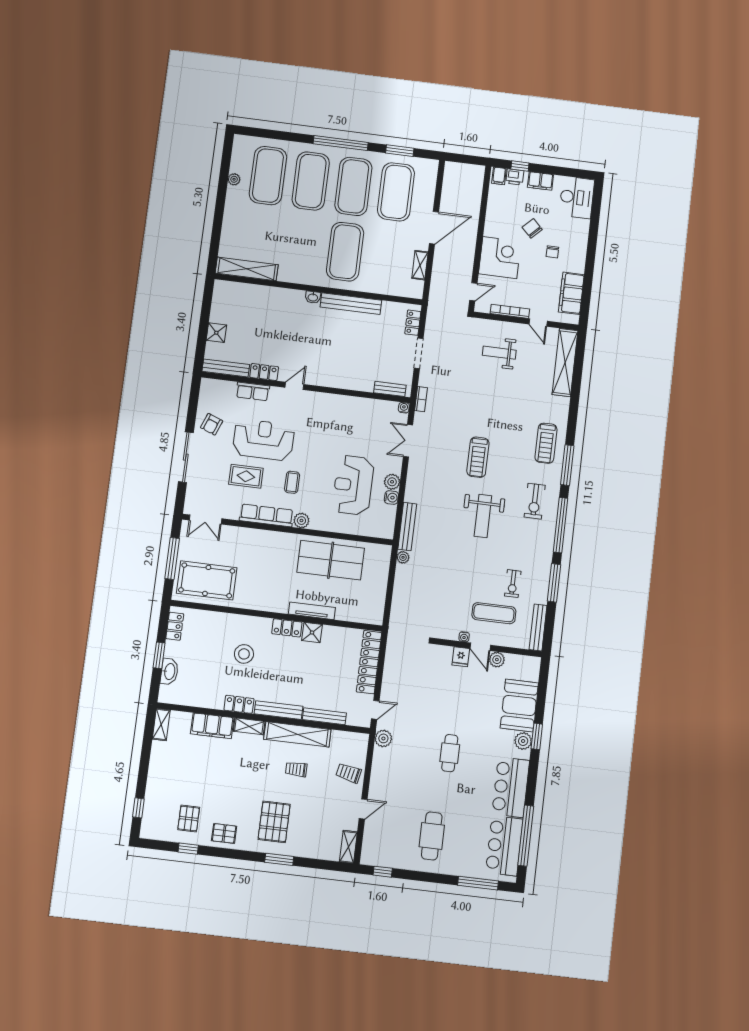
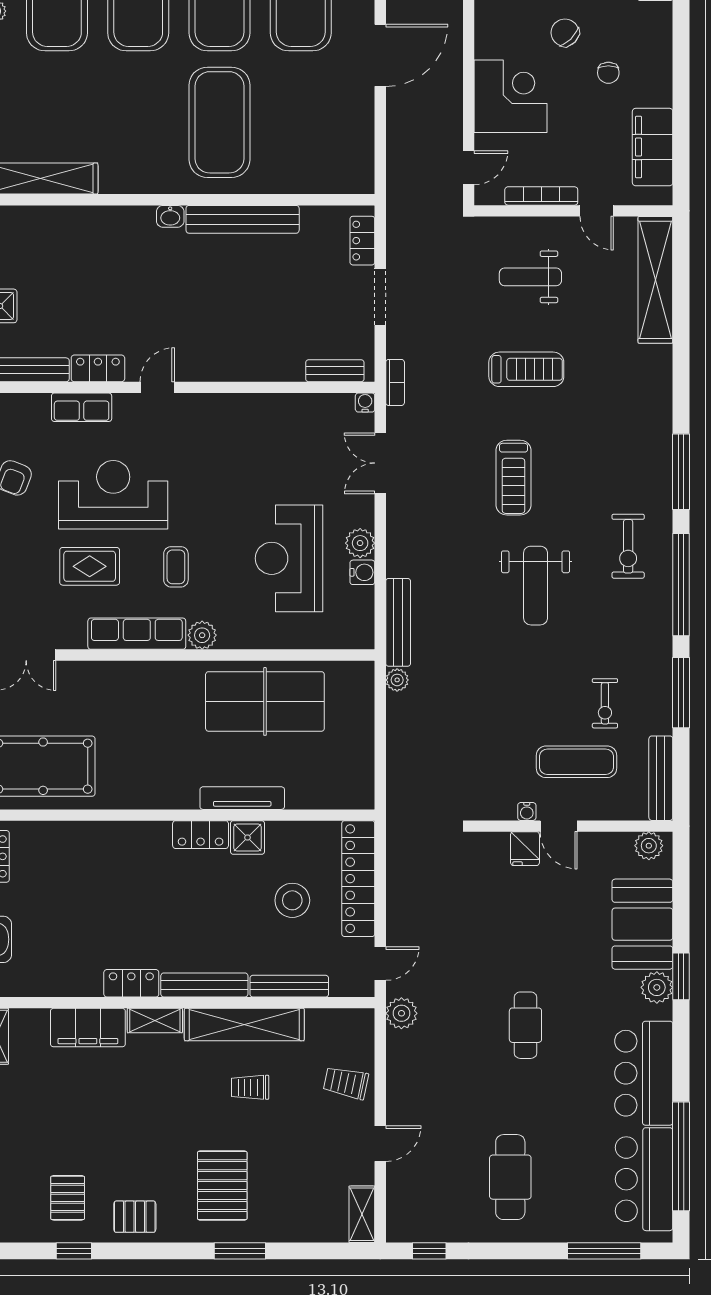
shelving: (420, 265) -> (363, 130), removed
treadmill: (546, 443) -> (526, 369), moved, turned -90
stool: (244, 654) -> (292, 900), moved
plant: (497, 660) -> (649, 846), moved

